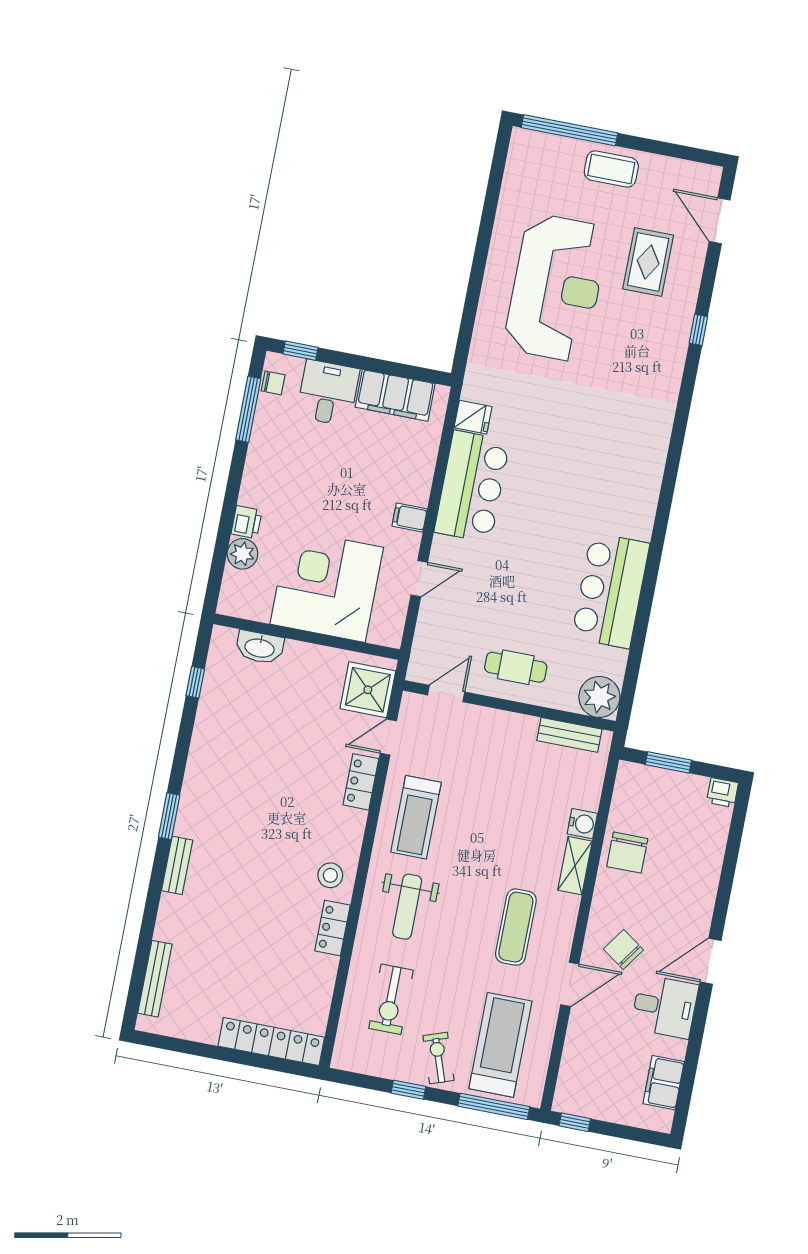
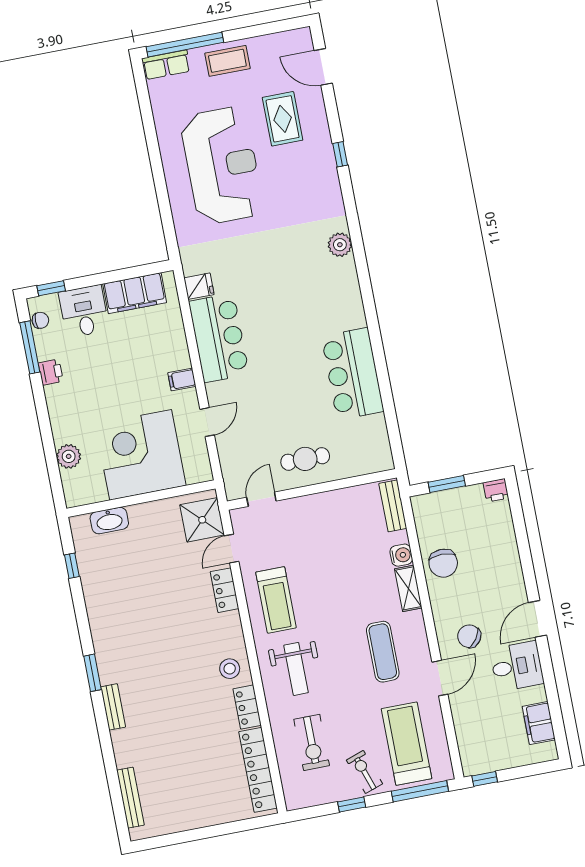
row of seats: (538, 145) -> (166, 65), added
printer: (246, 522) -> (51, 372), moved
plant: (599, 697) -> (340, 245), moved, width x0.73, depth x0.73
bench: (569, 735) -> (393, 506), moved, turned 90
locker: (271, 1042) -> (258, 770), moved, turned -90

